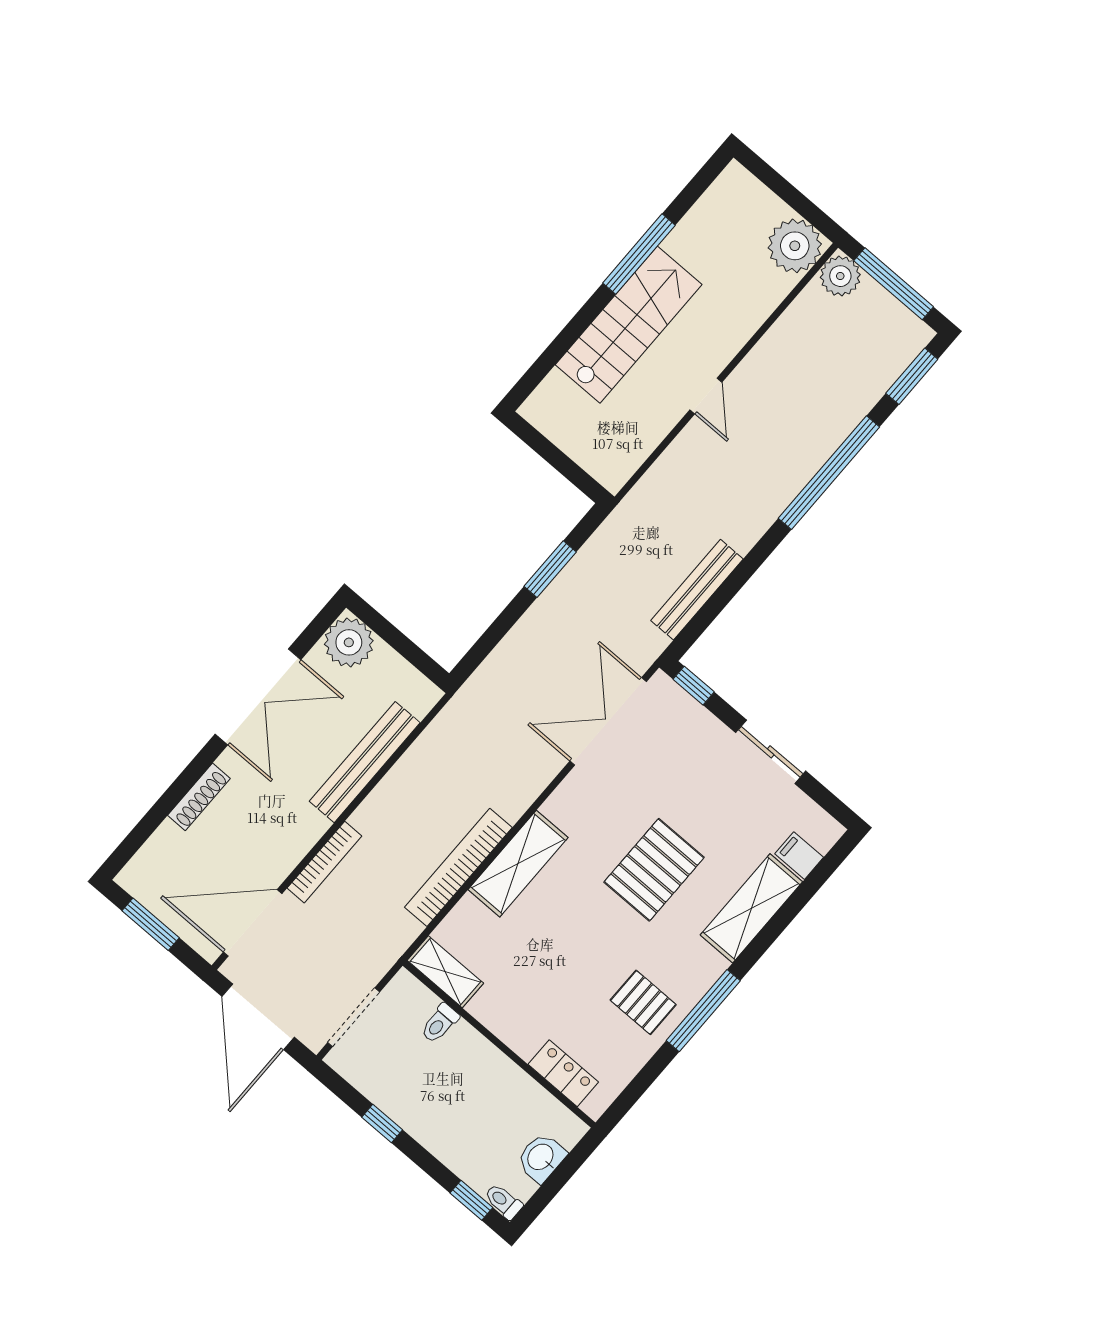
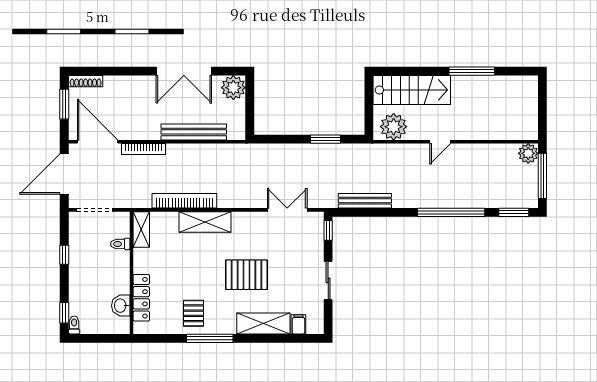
plant: (795, 246) -> (394, 127), moved
stairs: (629, 325) -> (412, 90), moved
double door: (608, 721) -> (287, 210), width x0.73
shoe rack: (199, 797) -> (86, 81), moved
locker: (563, 1073) -> (141, 298), width x1.53
washbasin: (541, 1158) -> (121, 306), moved, turned -90

